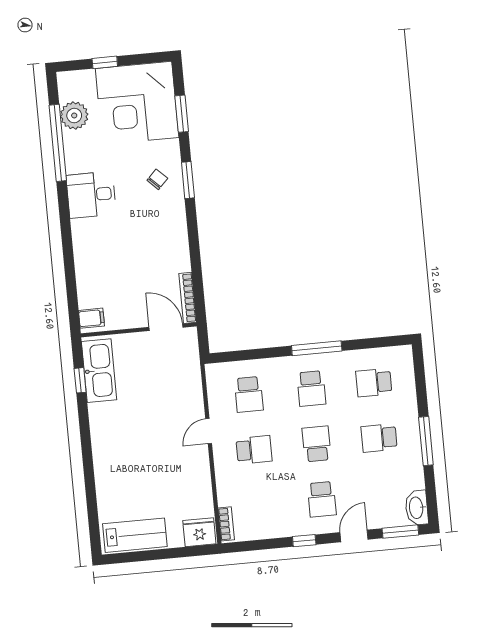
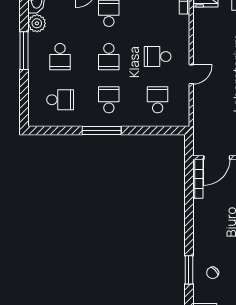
door: (166, 327) -> (217, 158), hinge flipped
school desk: (379, 438) -> (60, 57), turned 90
plant: (413, 478) -> (37, 23), added

